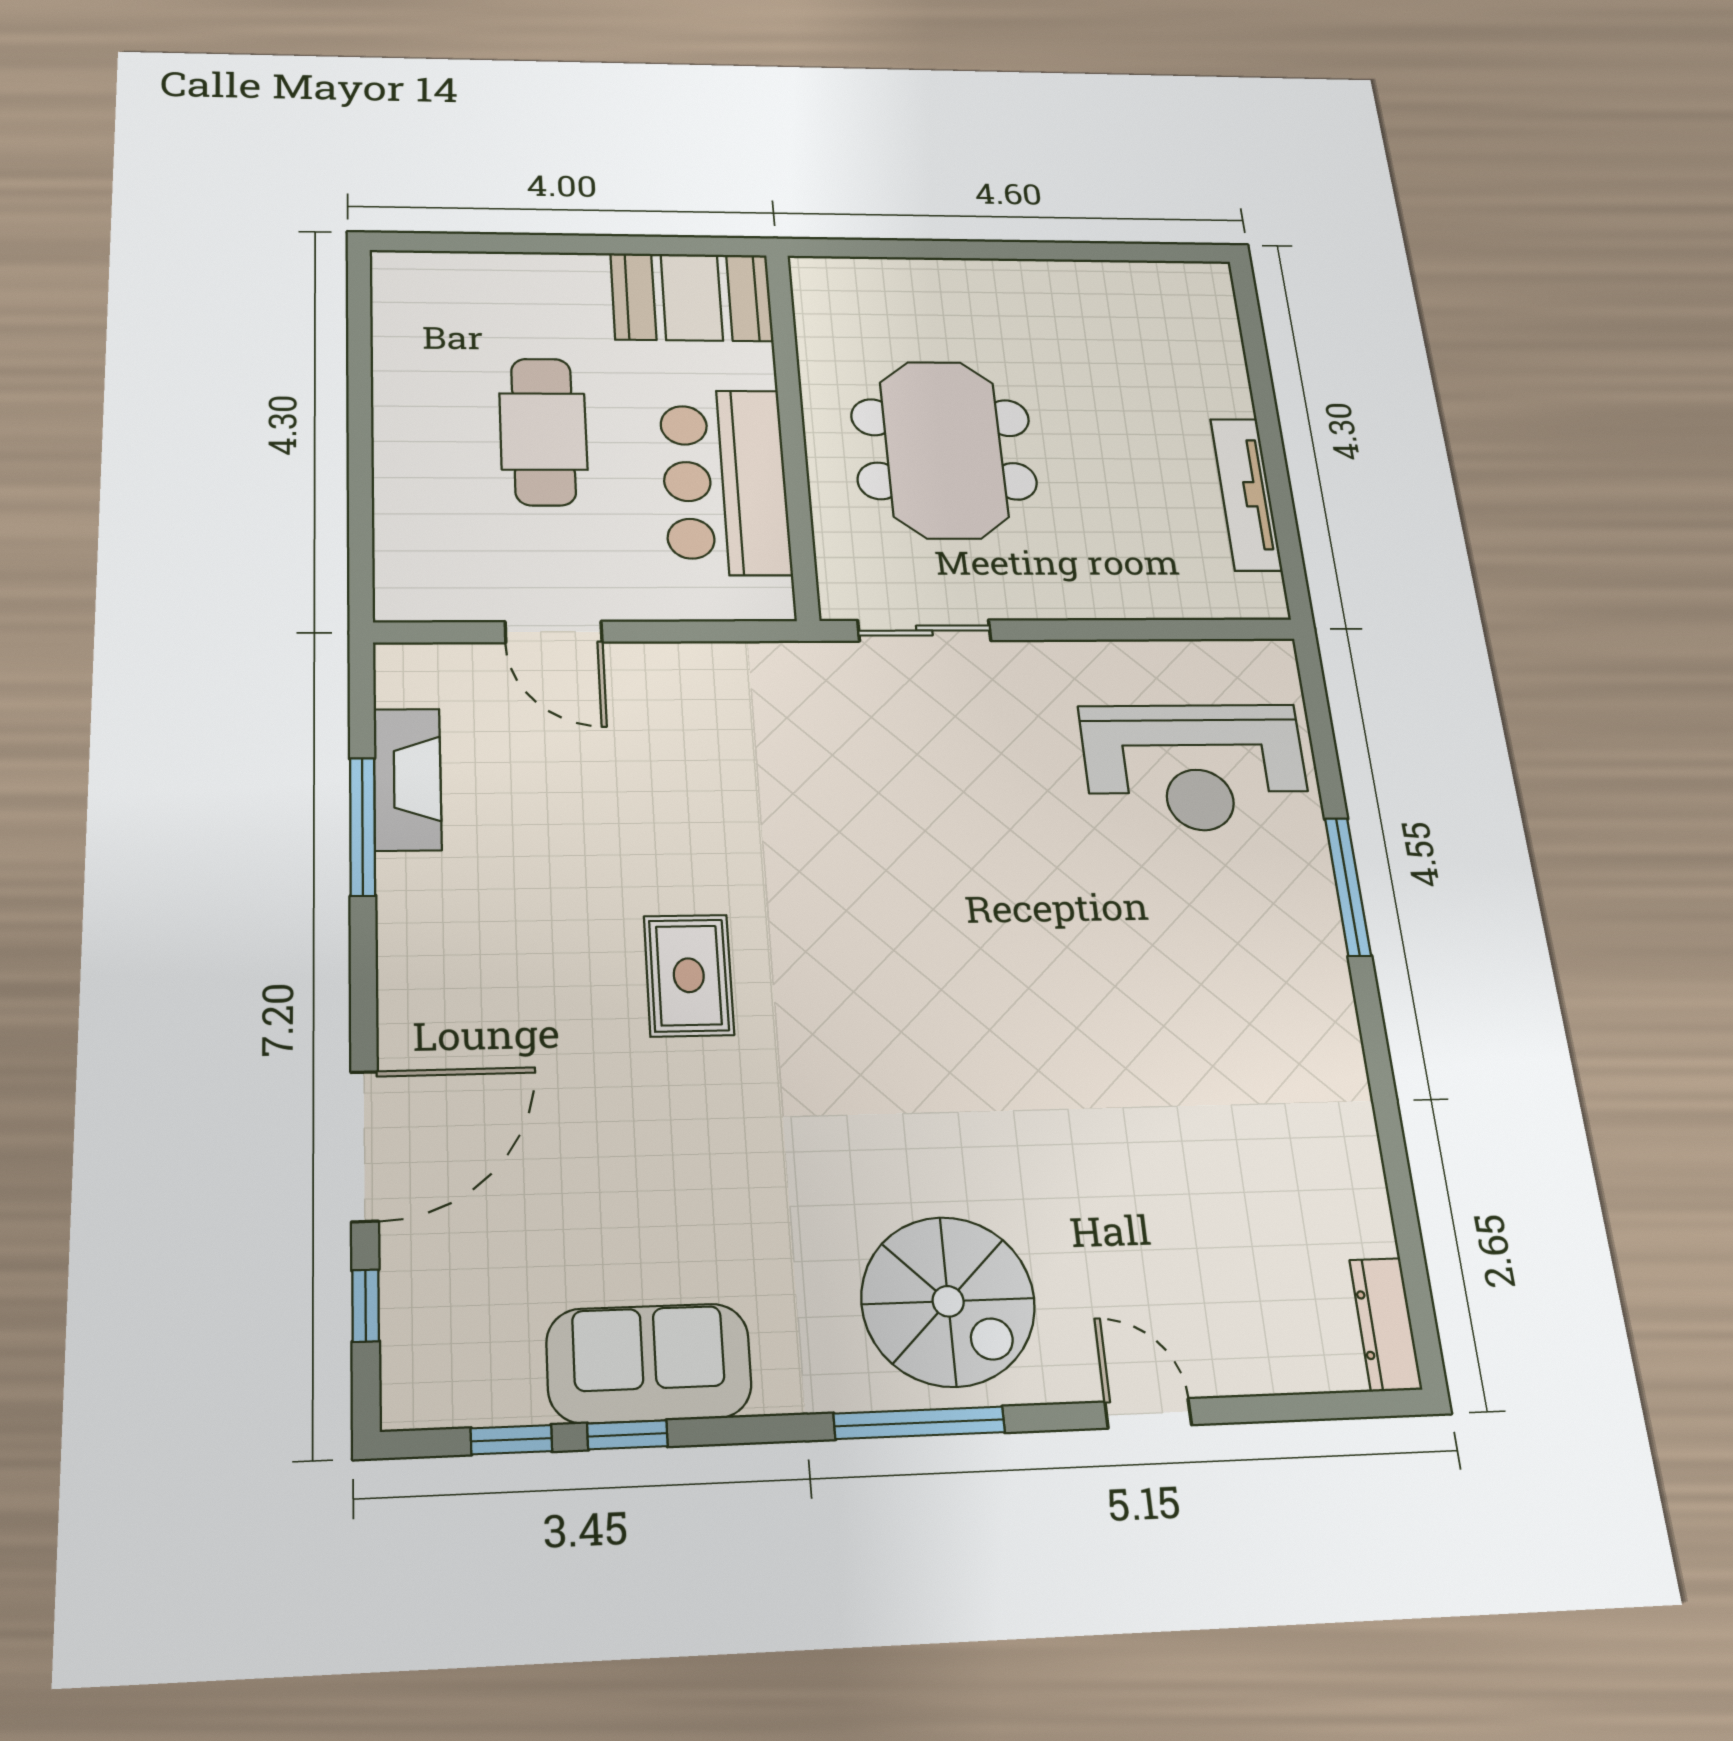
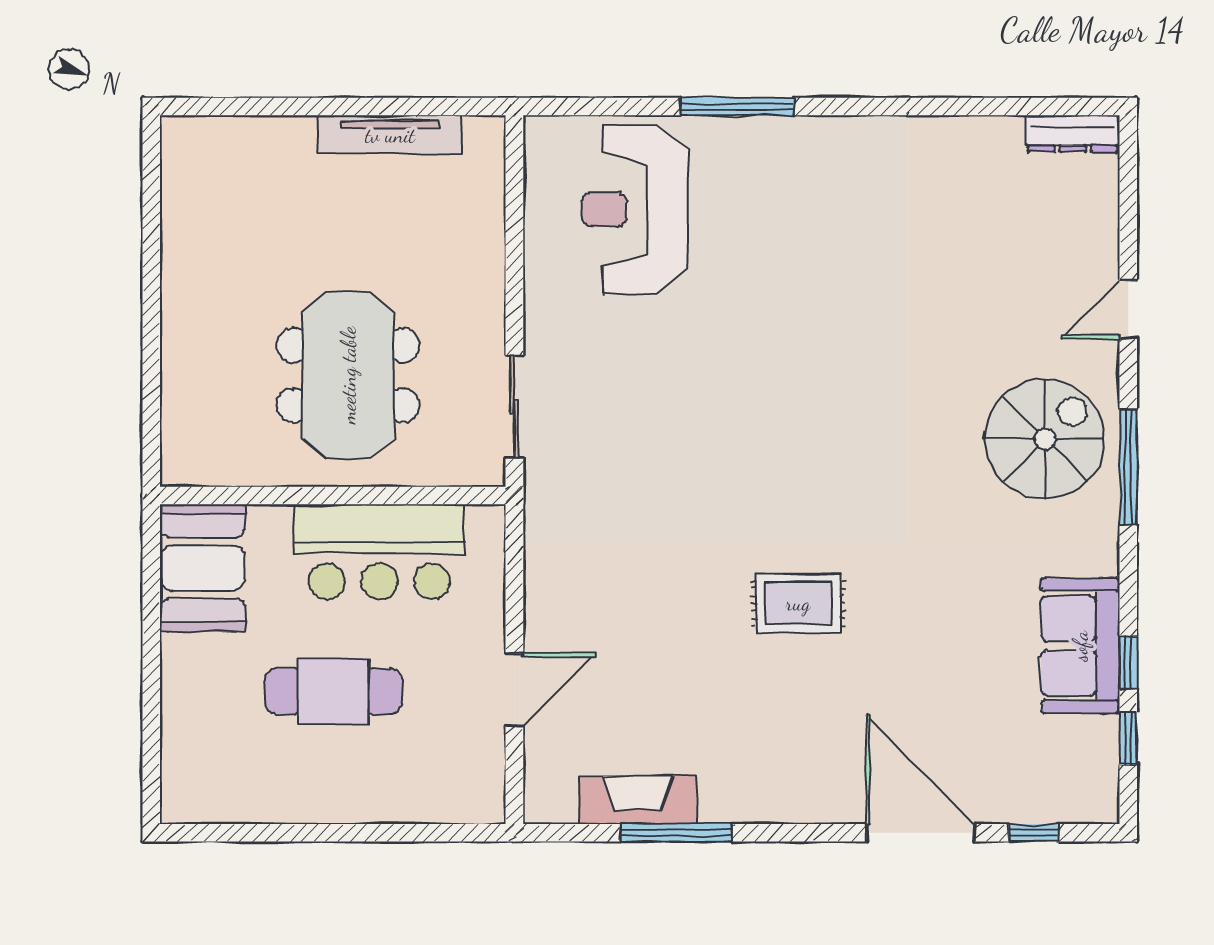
meeting table: (944, 449) -> (348, 375), turned 90
reception desk: (1195, 767) -> (635, 209), turned 180

